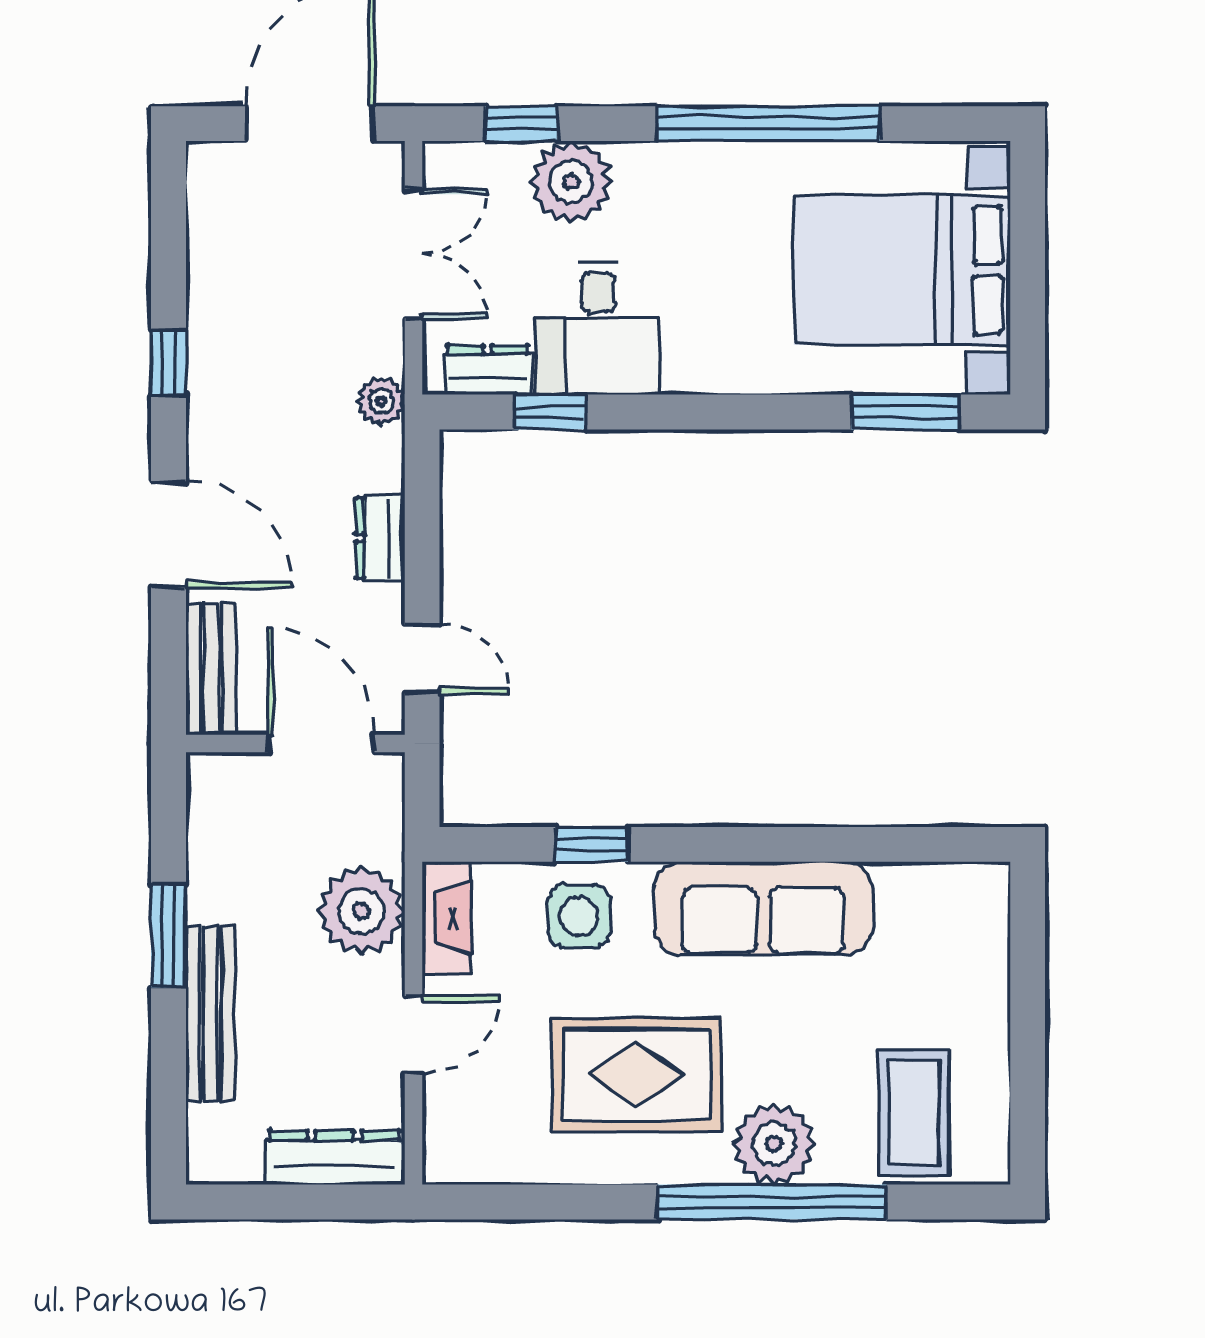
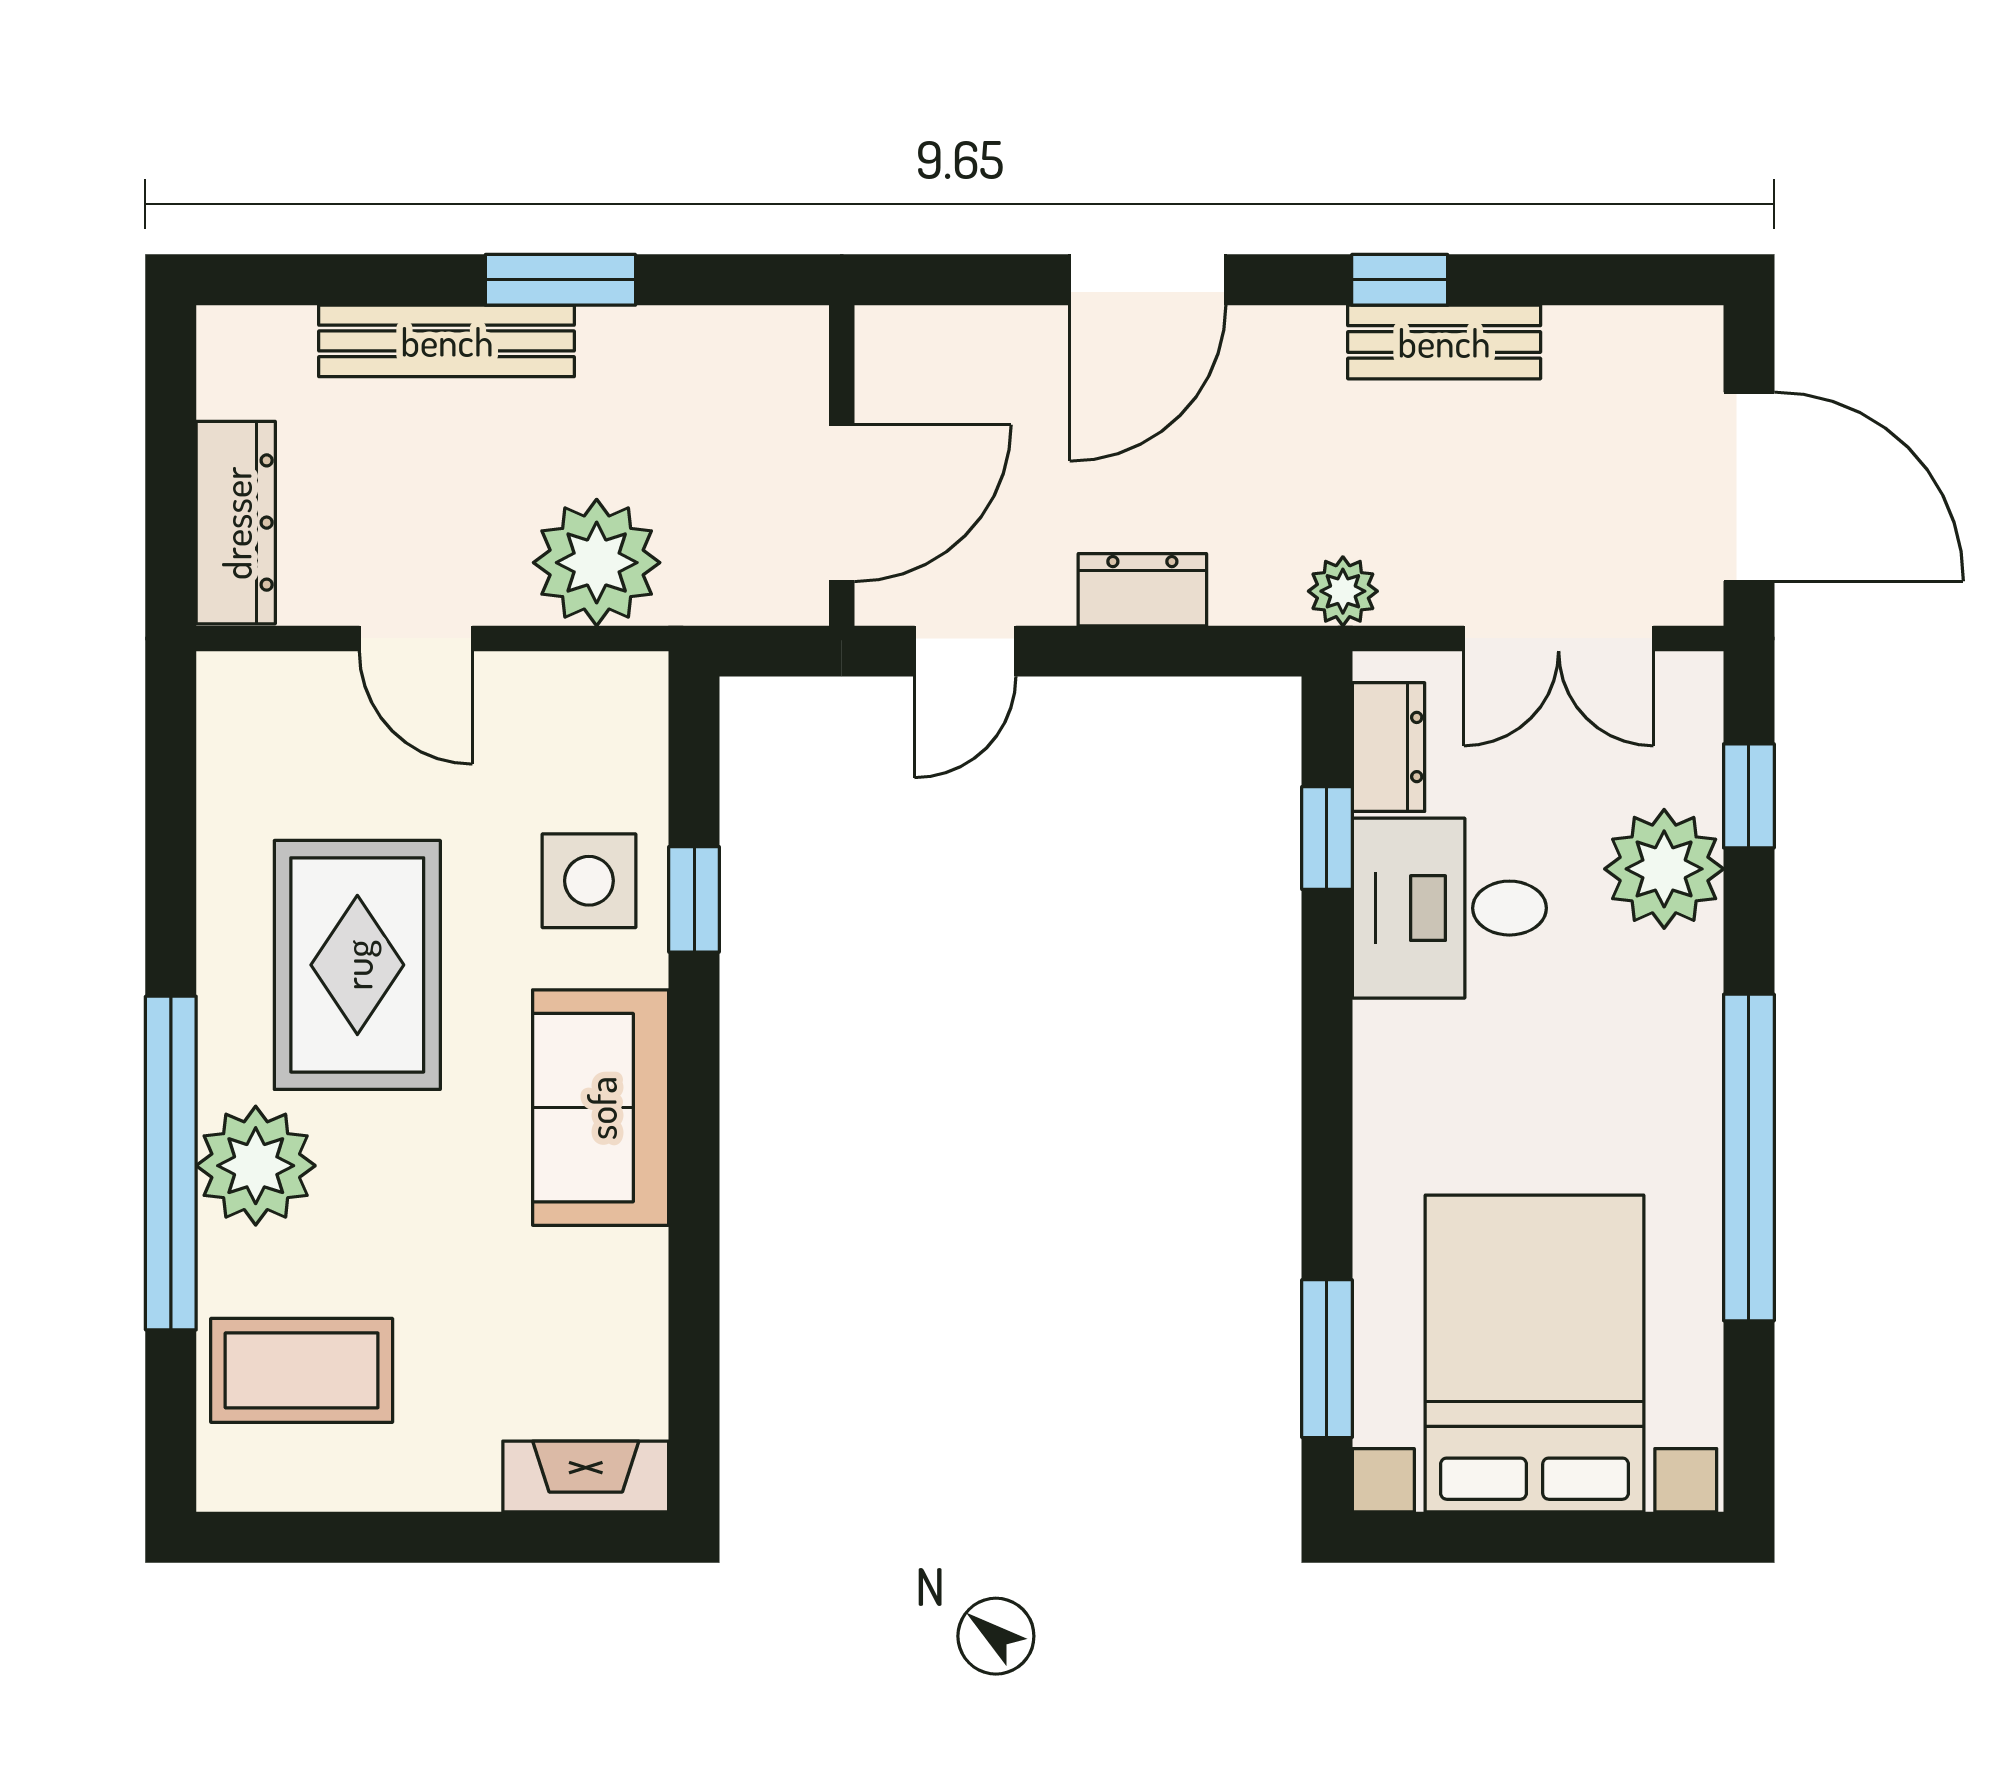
bench: (211, 669) -> (1444, 342), moved
sofa: (763, 908) -> (601, 1108), width x0.73
fireplace: (446, 918) -> (586, 1476), moved, turned 180

